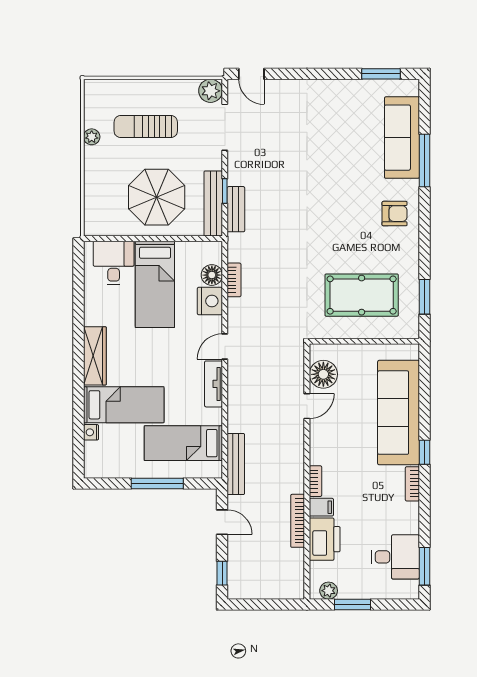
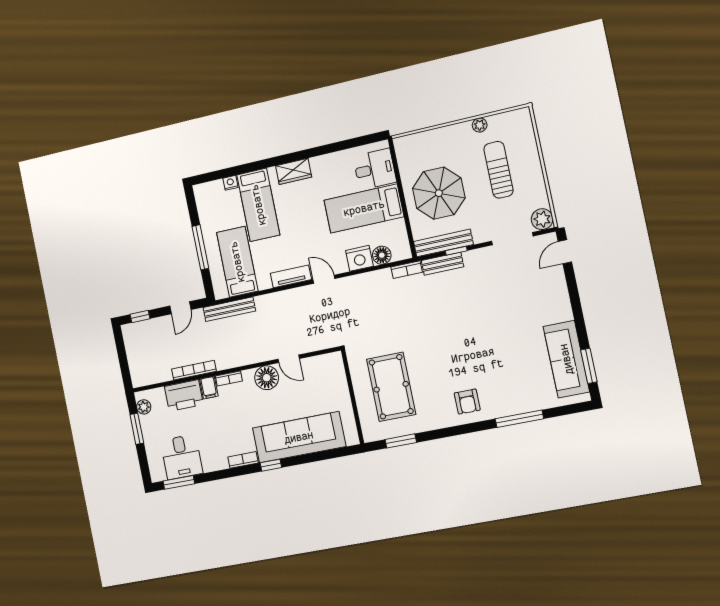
sofa: (402, 138) -> (566, 359), moved, turned -90
bookcase: (234, 280) -> (407, 270), moved
wardrobe: (95, 356) -> (294, 171), width x0.67
floor lamp: (323, 374) -> (267, 378), moved

